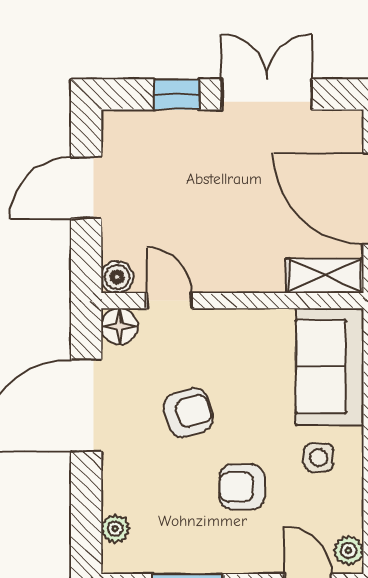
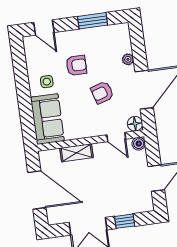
shelving: (325, 276) -> (76, 153), moved
plant: (115, 529) -> (128, 59), moved
plant: (349, 550) -> (29, 46), removed

